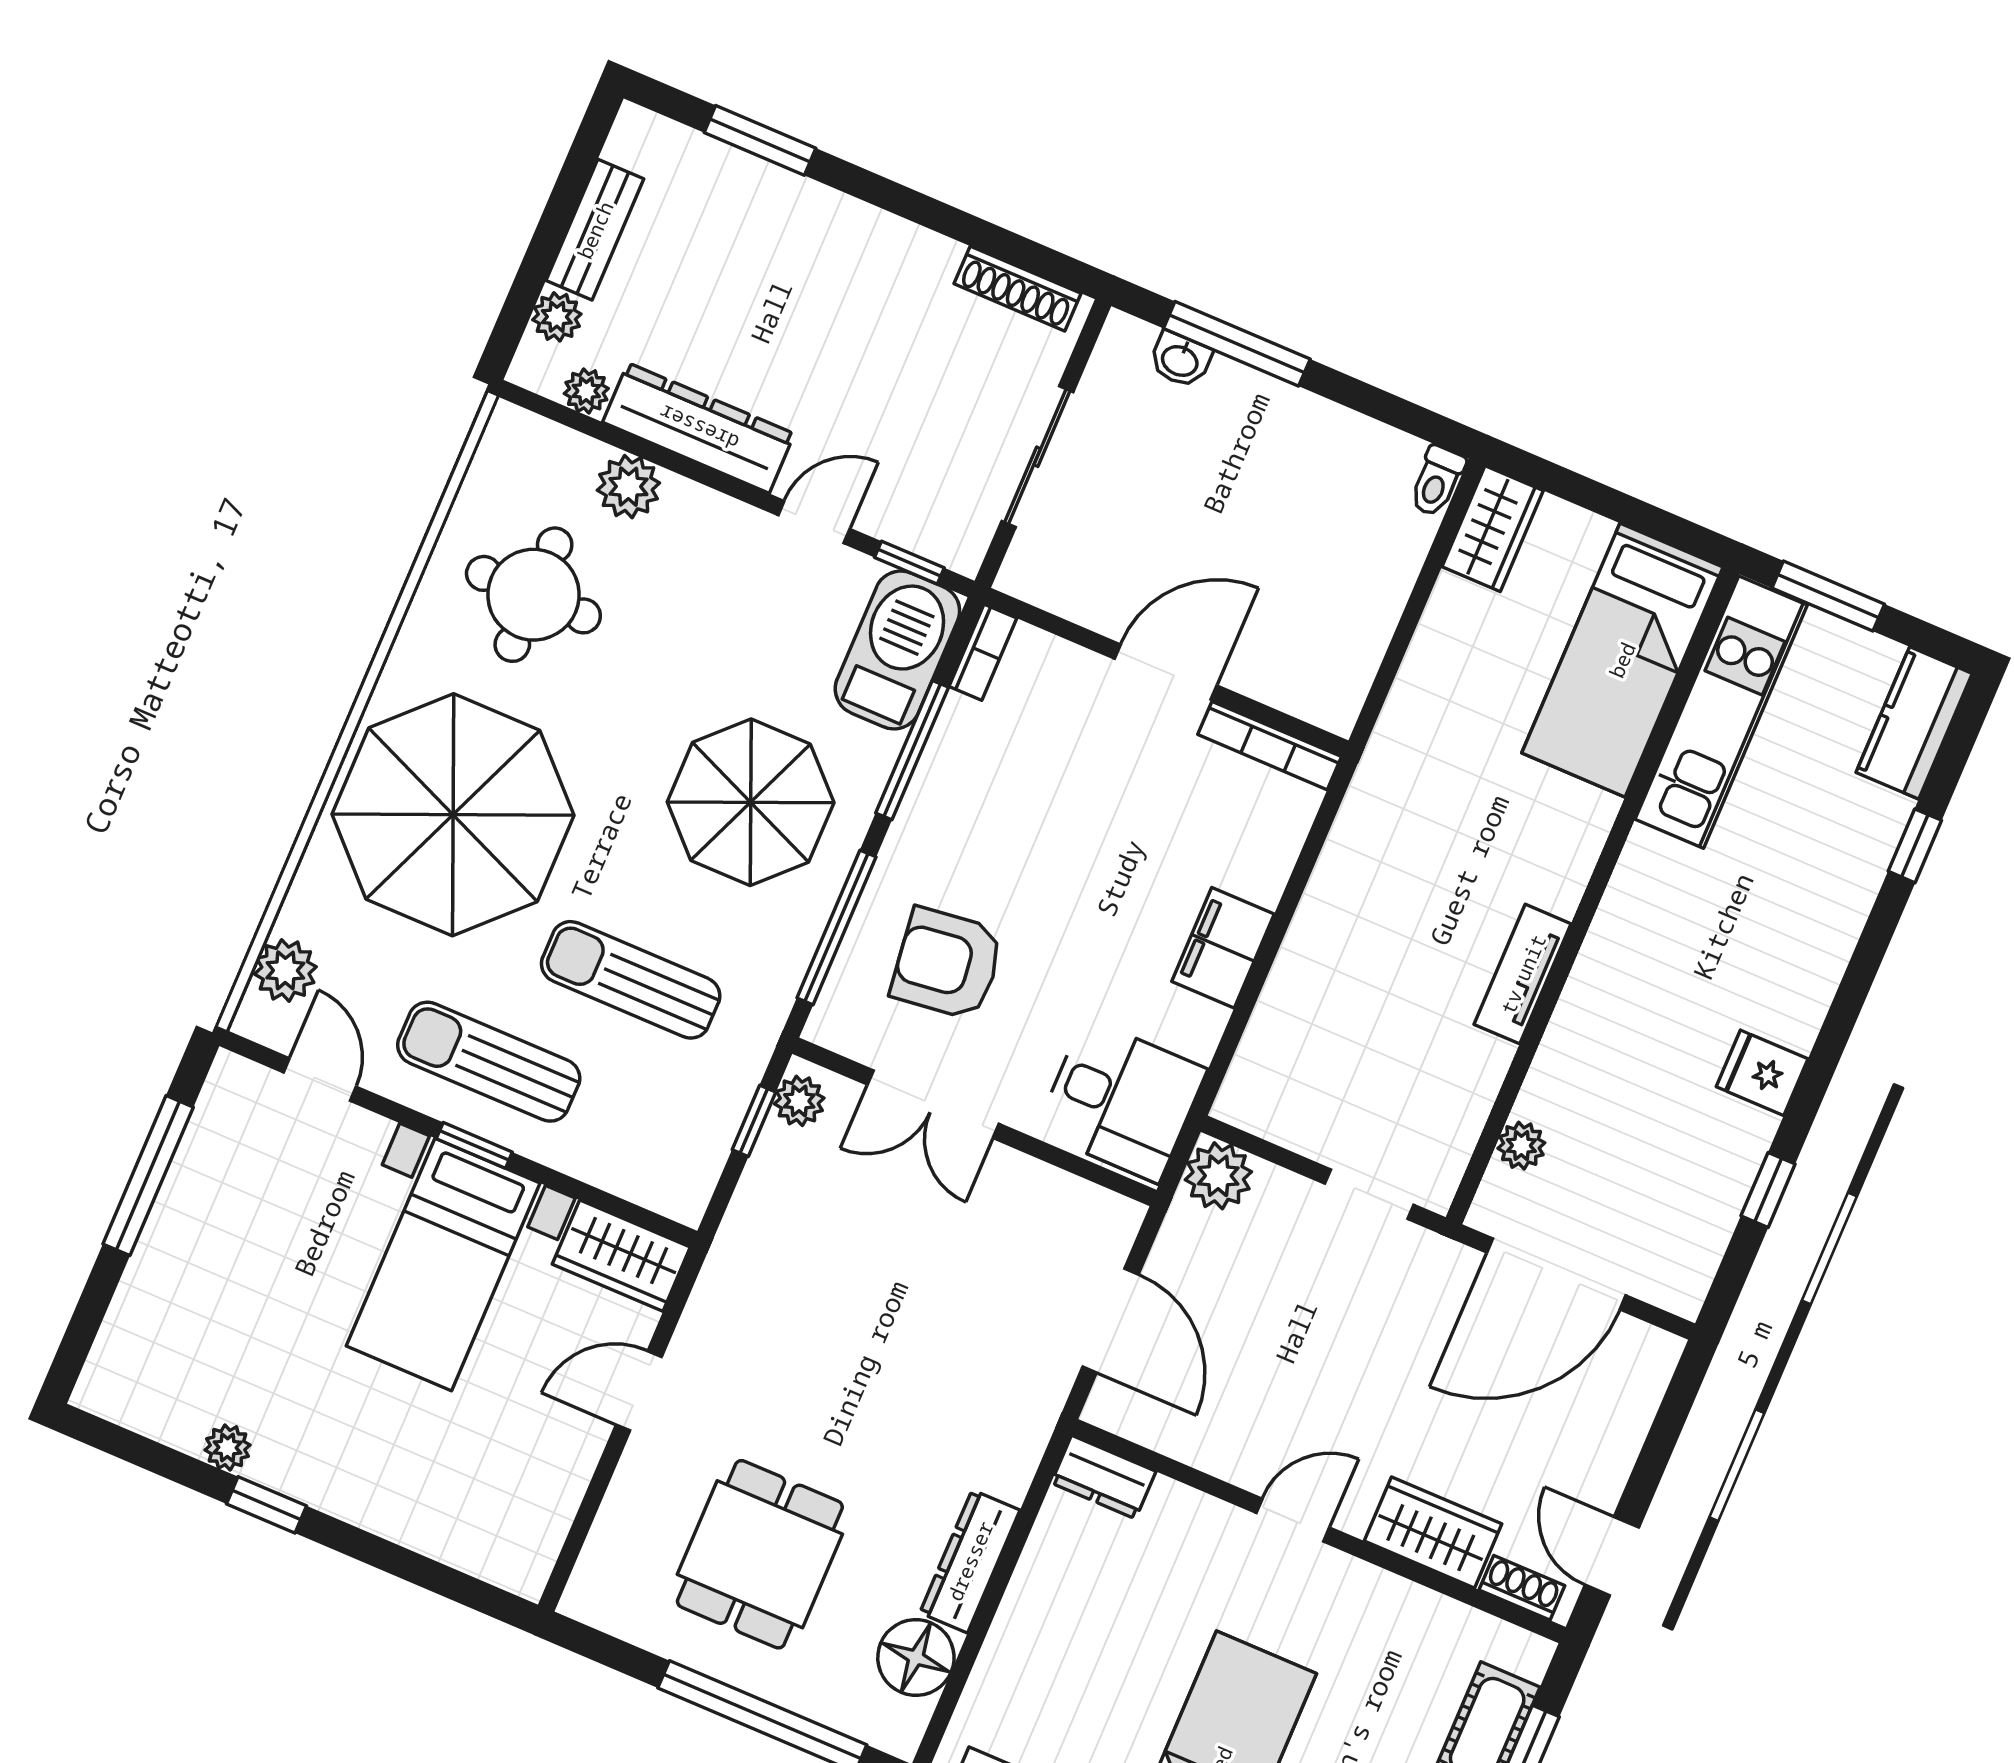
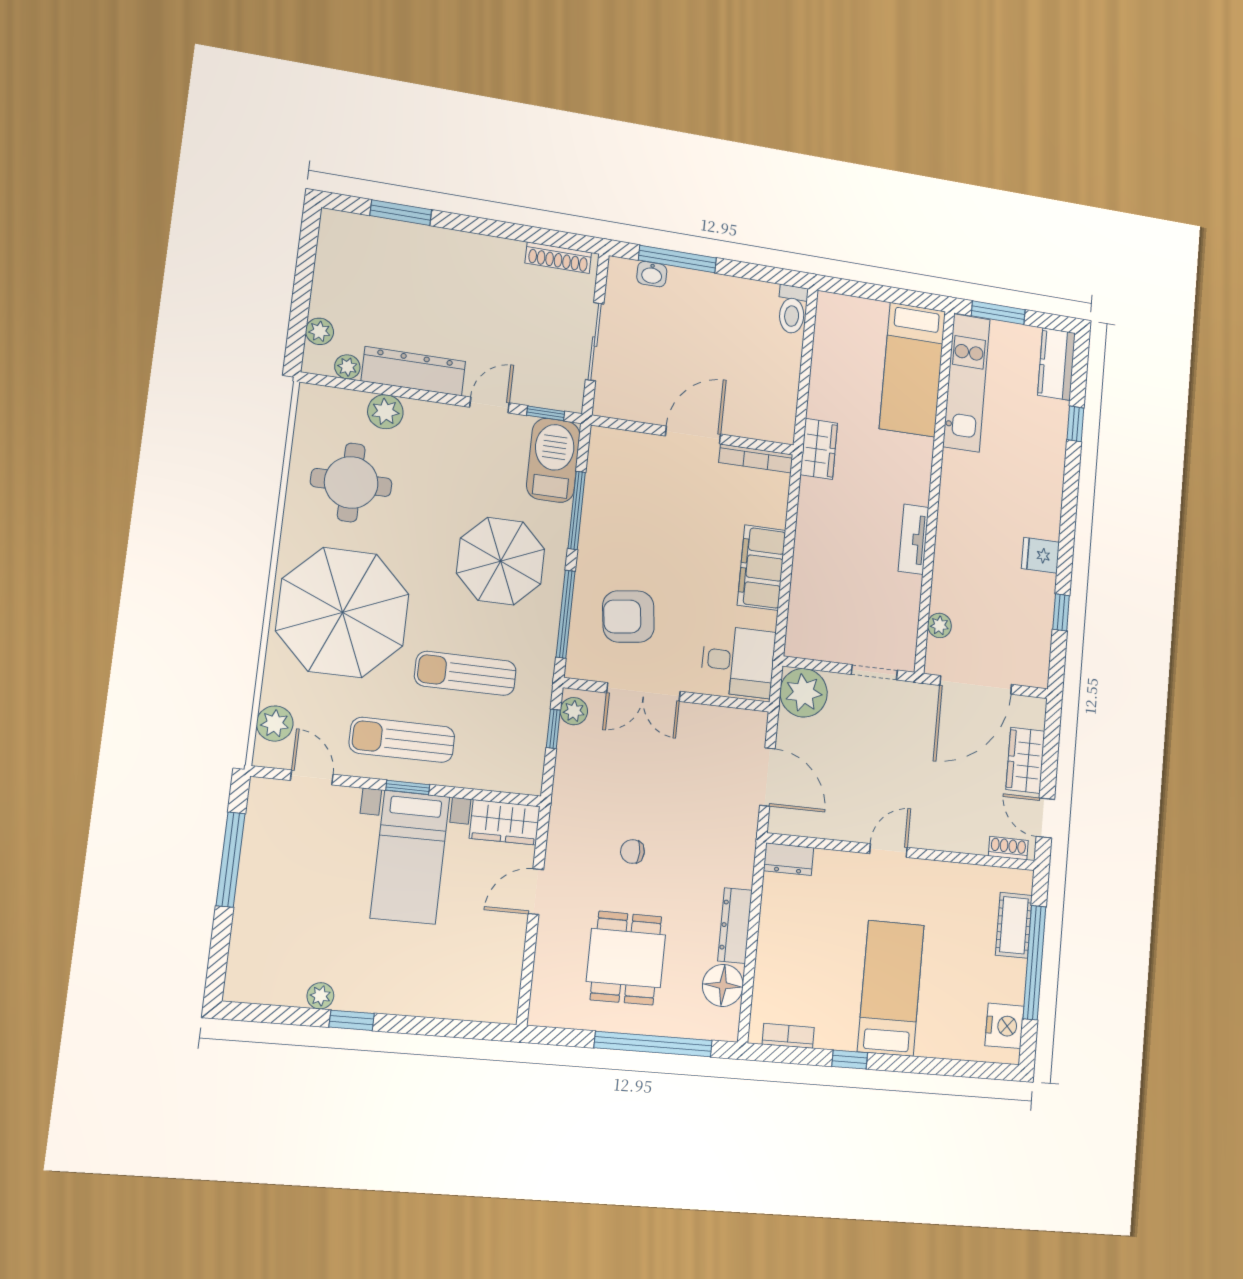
bench: (595, 230) -> (326, 280), removed
toilet: (1437, 481) -> (792, 310), width x1.37, depth x1.39
wardrobe: (1493, 529) -> (819, 449), moved
bookcase: (983, 652) -> (598, 450), removed
filing cabinet: (1223, 948) -> (762, 568), width x1.50, depth x1.17
plant: (1218, 1176) -> (804, 693), width x1.36, depth x1.36
chair: (828, 1375) -> (632, 852), added
wardrobe: (1433, 1532) -> (1025, 760), moved, turned -90

